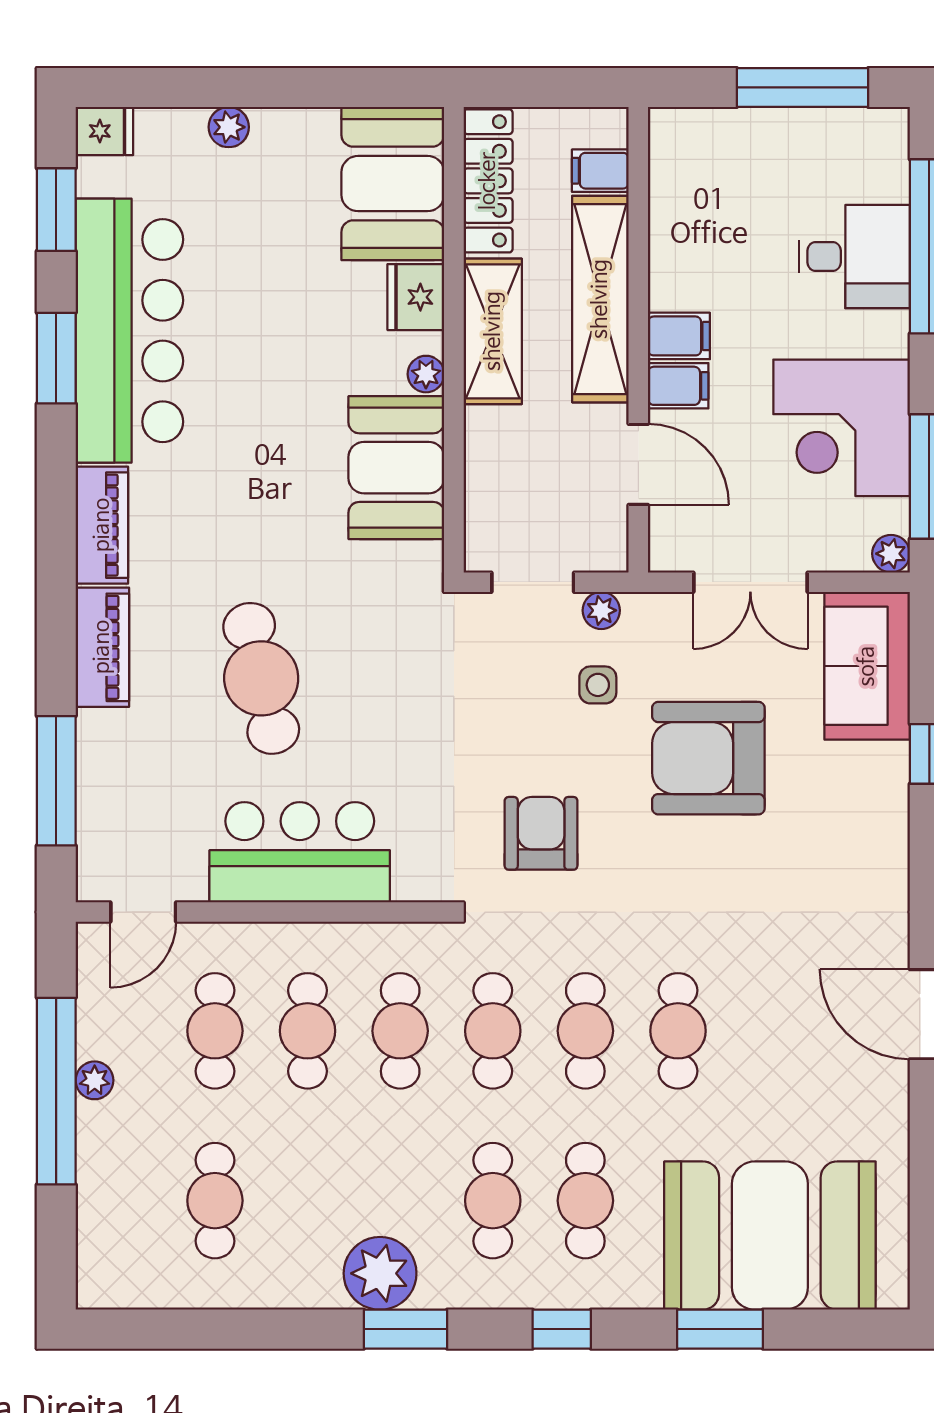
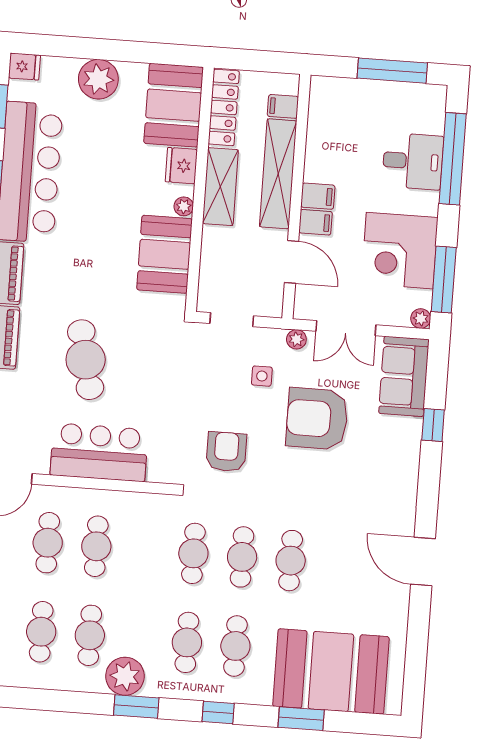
plant: (229, 127) -> (98, 79), width x1.88, depth x1.88
plant: (601, 610) -> (296, 339), moved
cafe table: (400, 1031) -> (90, 635), moved

